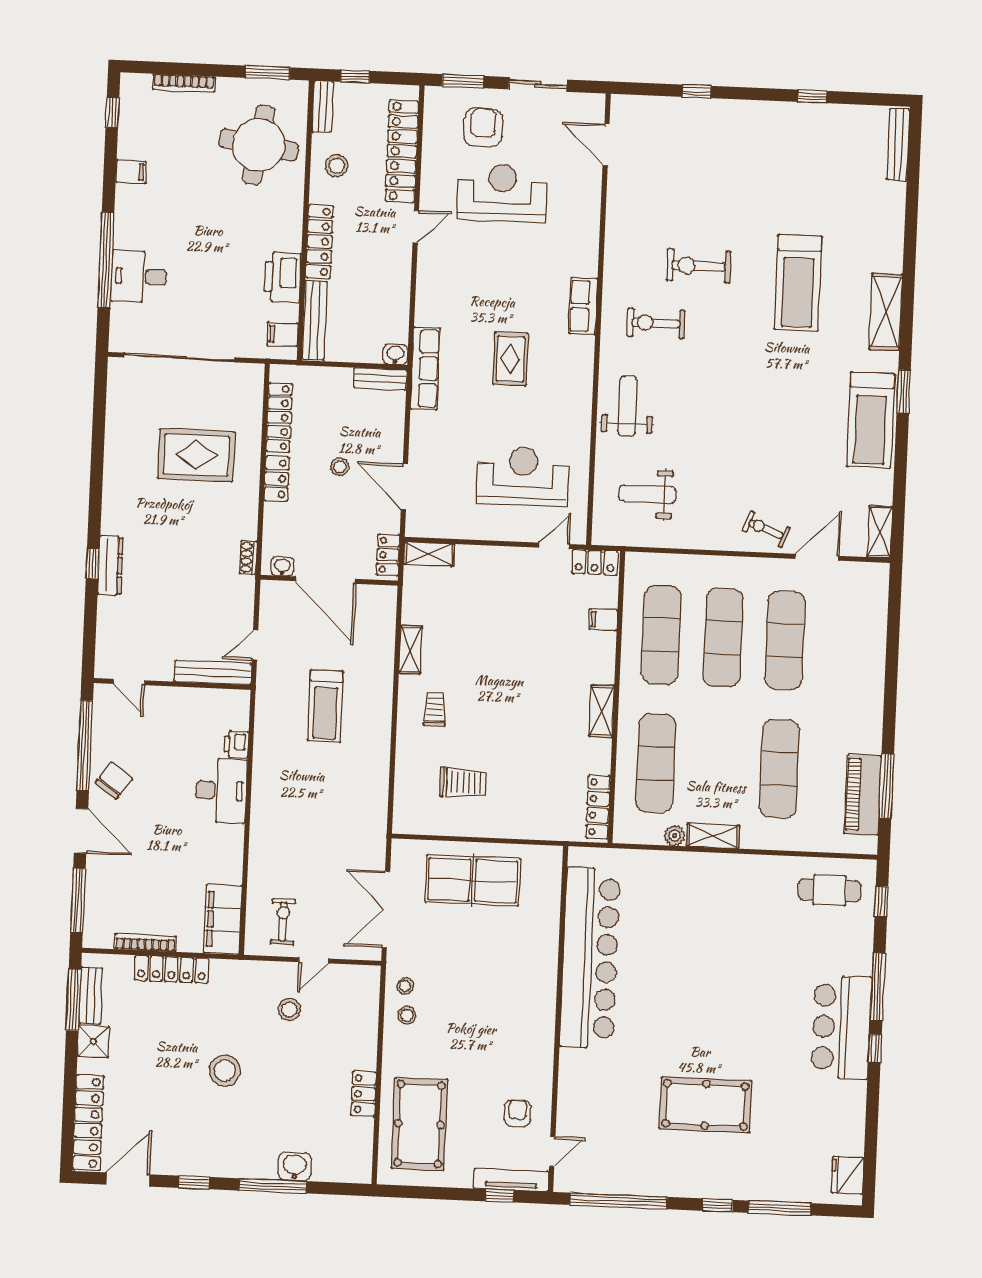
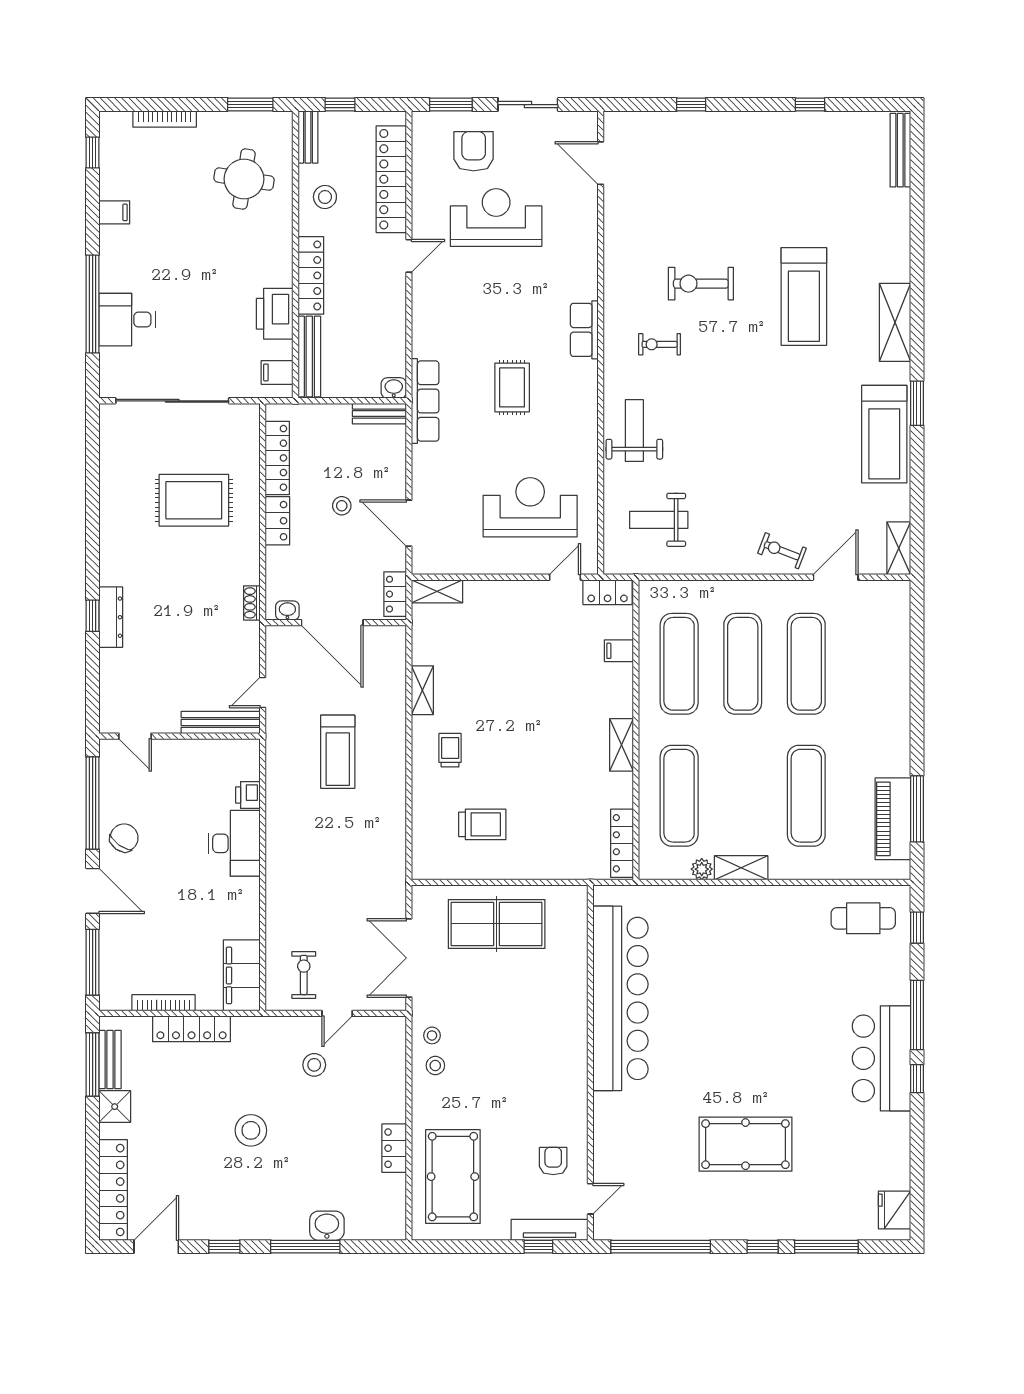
round table: (259, 145) -> (244, 179), width x0.73, depth x0.73
exercise bike: (656, 323) -> (660, 344), width x0.73, depth x0.72

